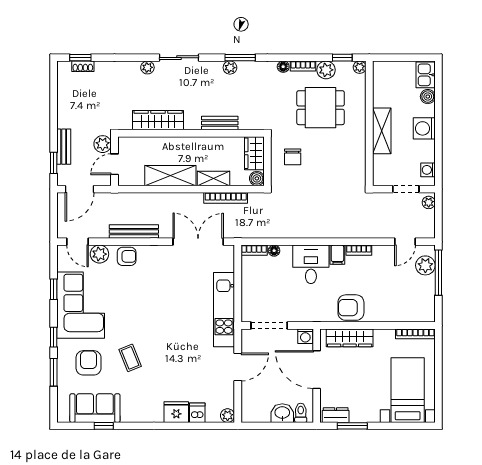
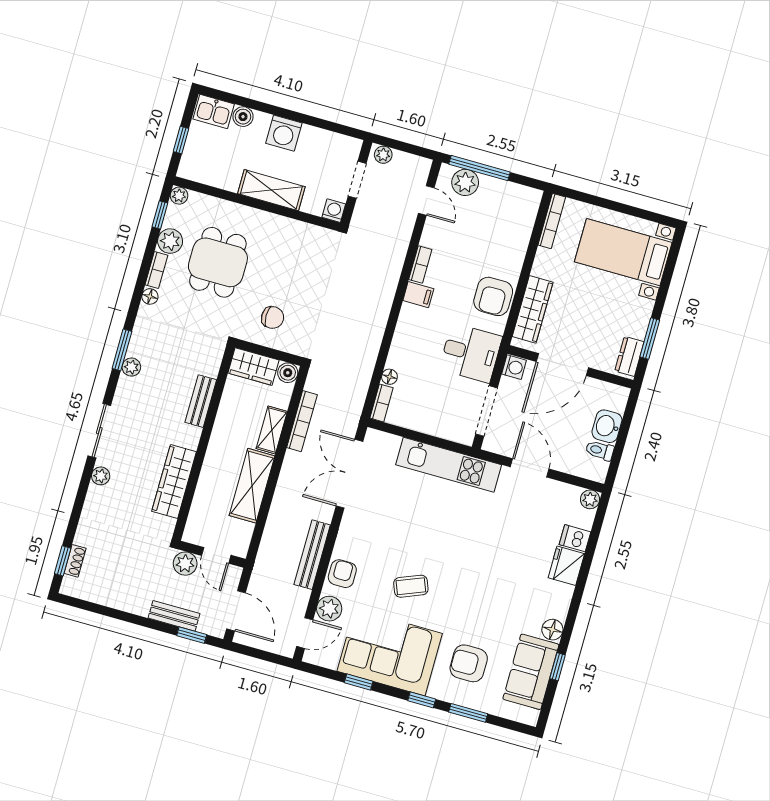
window: (399, 58) -> (181, 140), added
washing machine: (428, 170) -> (334, 211), moved, turned 180
desk: (311, 264) -> (471, 353), moved, turned 180
coffee table: (130, 358) -> (411, 586), moved
toilet: (301, 413) -> (600, 450), moved
floor lamp: (129, 415) -> (552, 630), added

